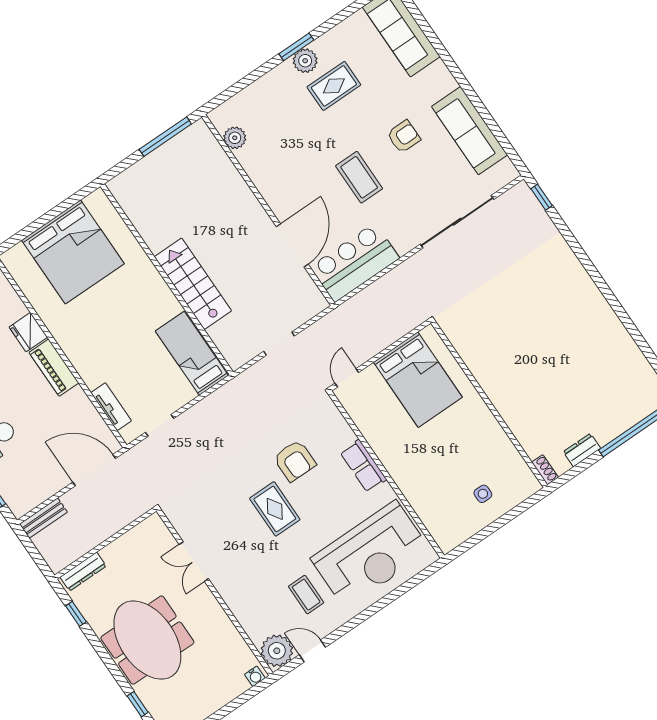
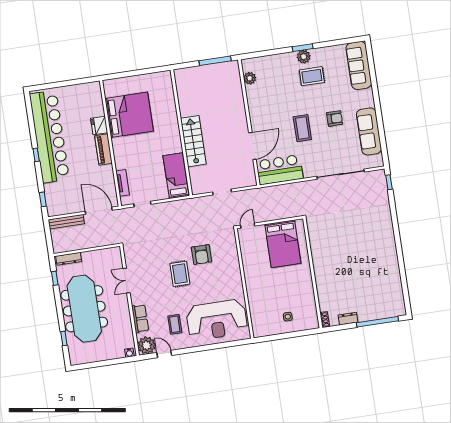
bed: (73, 252) -> (129, 115), moved, turned -90
row of seats: (363, 466) -> (140, 319), moved, turned 180
bench: (44, 518) -> (66, 222), width x1.36
meeting table: (147, 640) -> (84, 309), width x1.36

